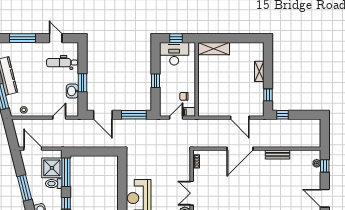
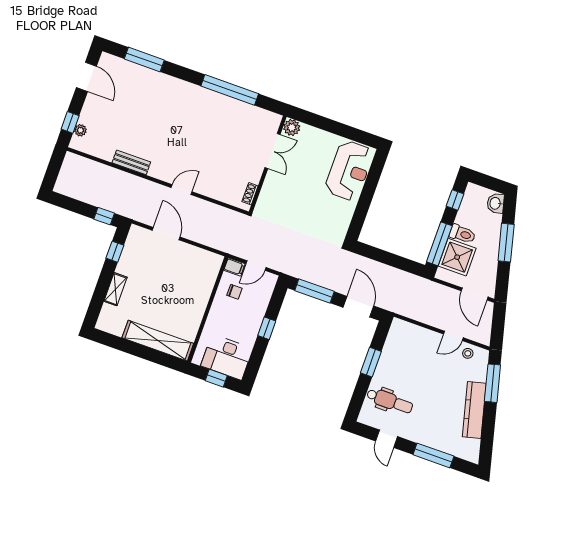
shelving: (214, 49) -> (158, 341), width x1.47
washbasin: (72, 91) -> (389, 356), removed
door: (59, 118) -> (453, 336), moved
door: (240, 149) -> (182, 190), width x0.53

